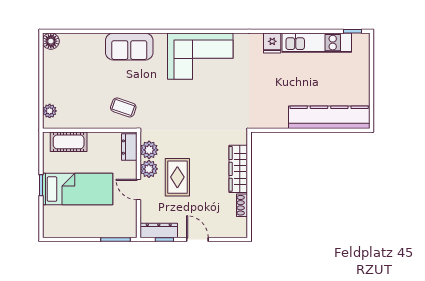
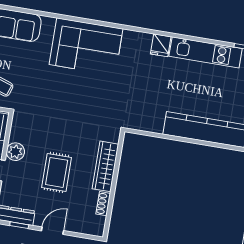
plant: (149, 150) -> (19, 132), removed
rug: (177, 177) -> (57, 172), moved
door: (197, 239) -> (52, 231), hinge flipped

